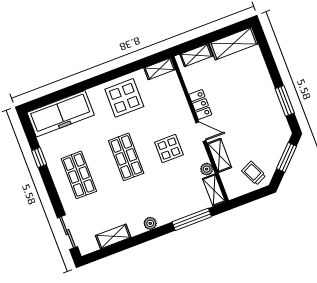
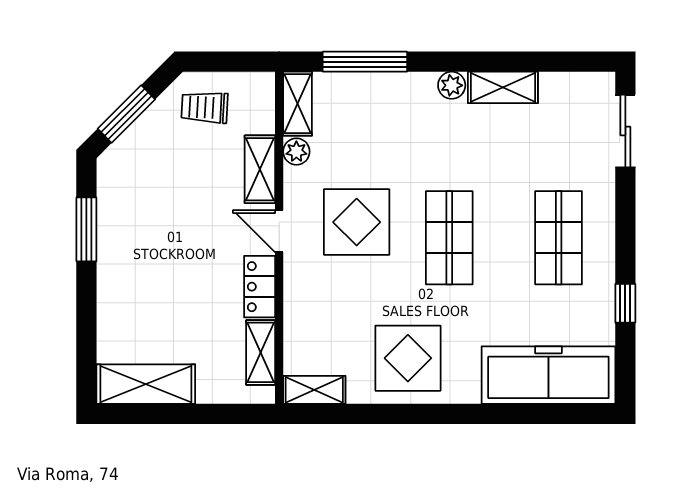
shelving: (196, 55) -> (261, 352), moved, turned 90
display table: (169, 148) -> (357, 222), width x1.36, depth x1.36
trolley: (254, 173) -> (205, 107), turned 118
shelving: (113, 236) -> (503, 87), moved

